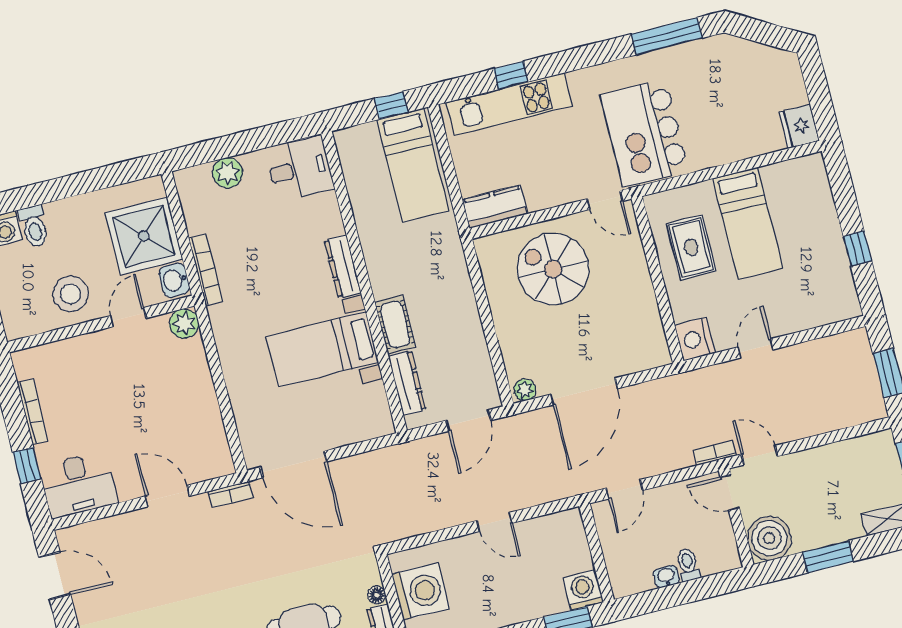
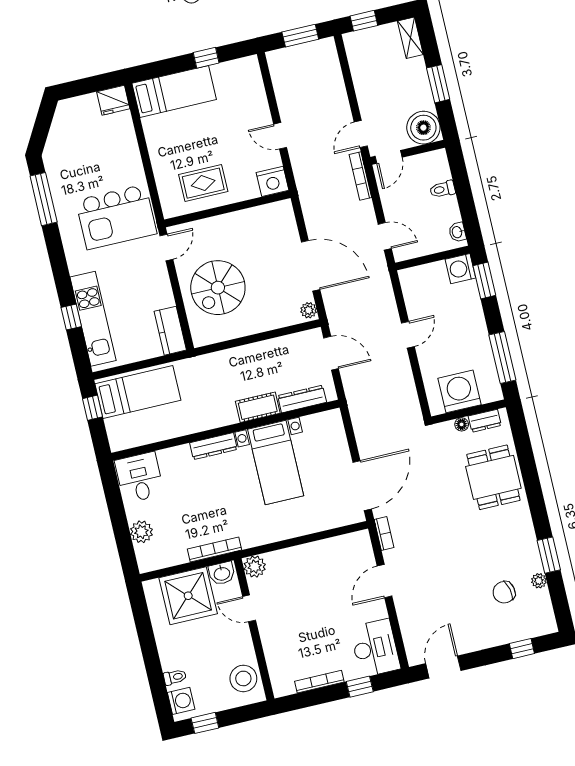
bed: (748, 223) -> (174, 91), moved
toilet: (34, 226) -> (175, 677), width x0.73, depth x0.72
stool: (70, 294) -> (243, 678), moved
bookcase: (715, 453) -> (360, 176), width x1.56
washbasin: (666, 577) -> (457, 232), moved

